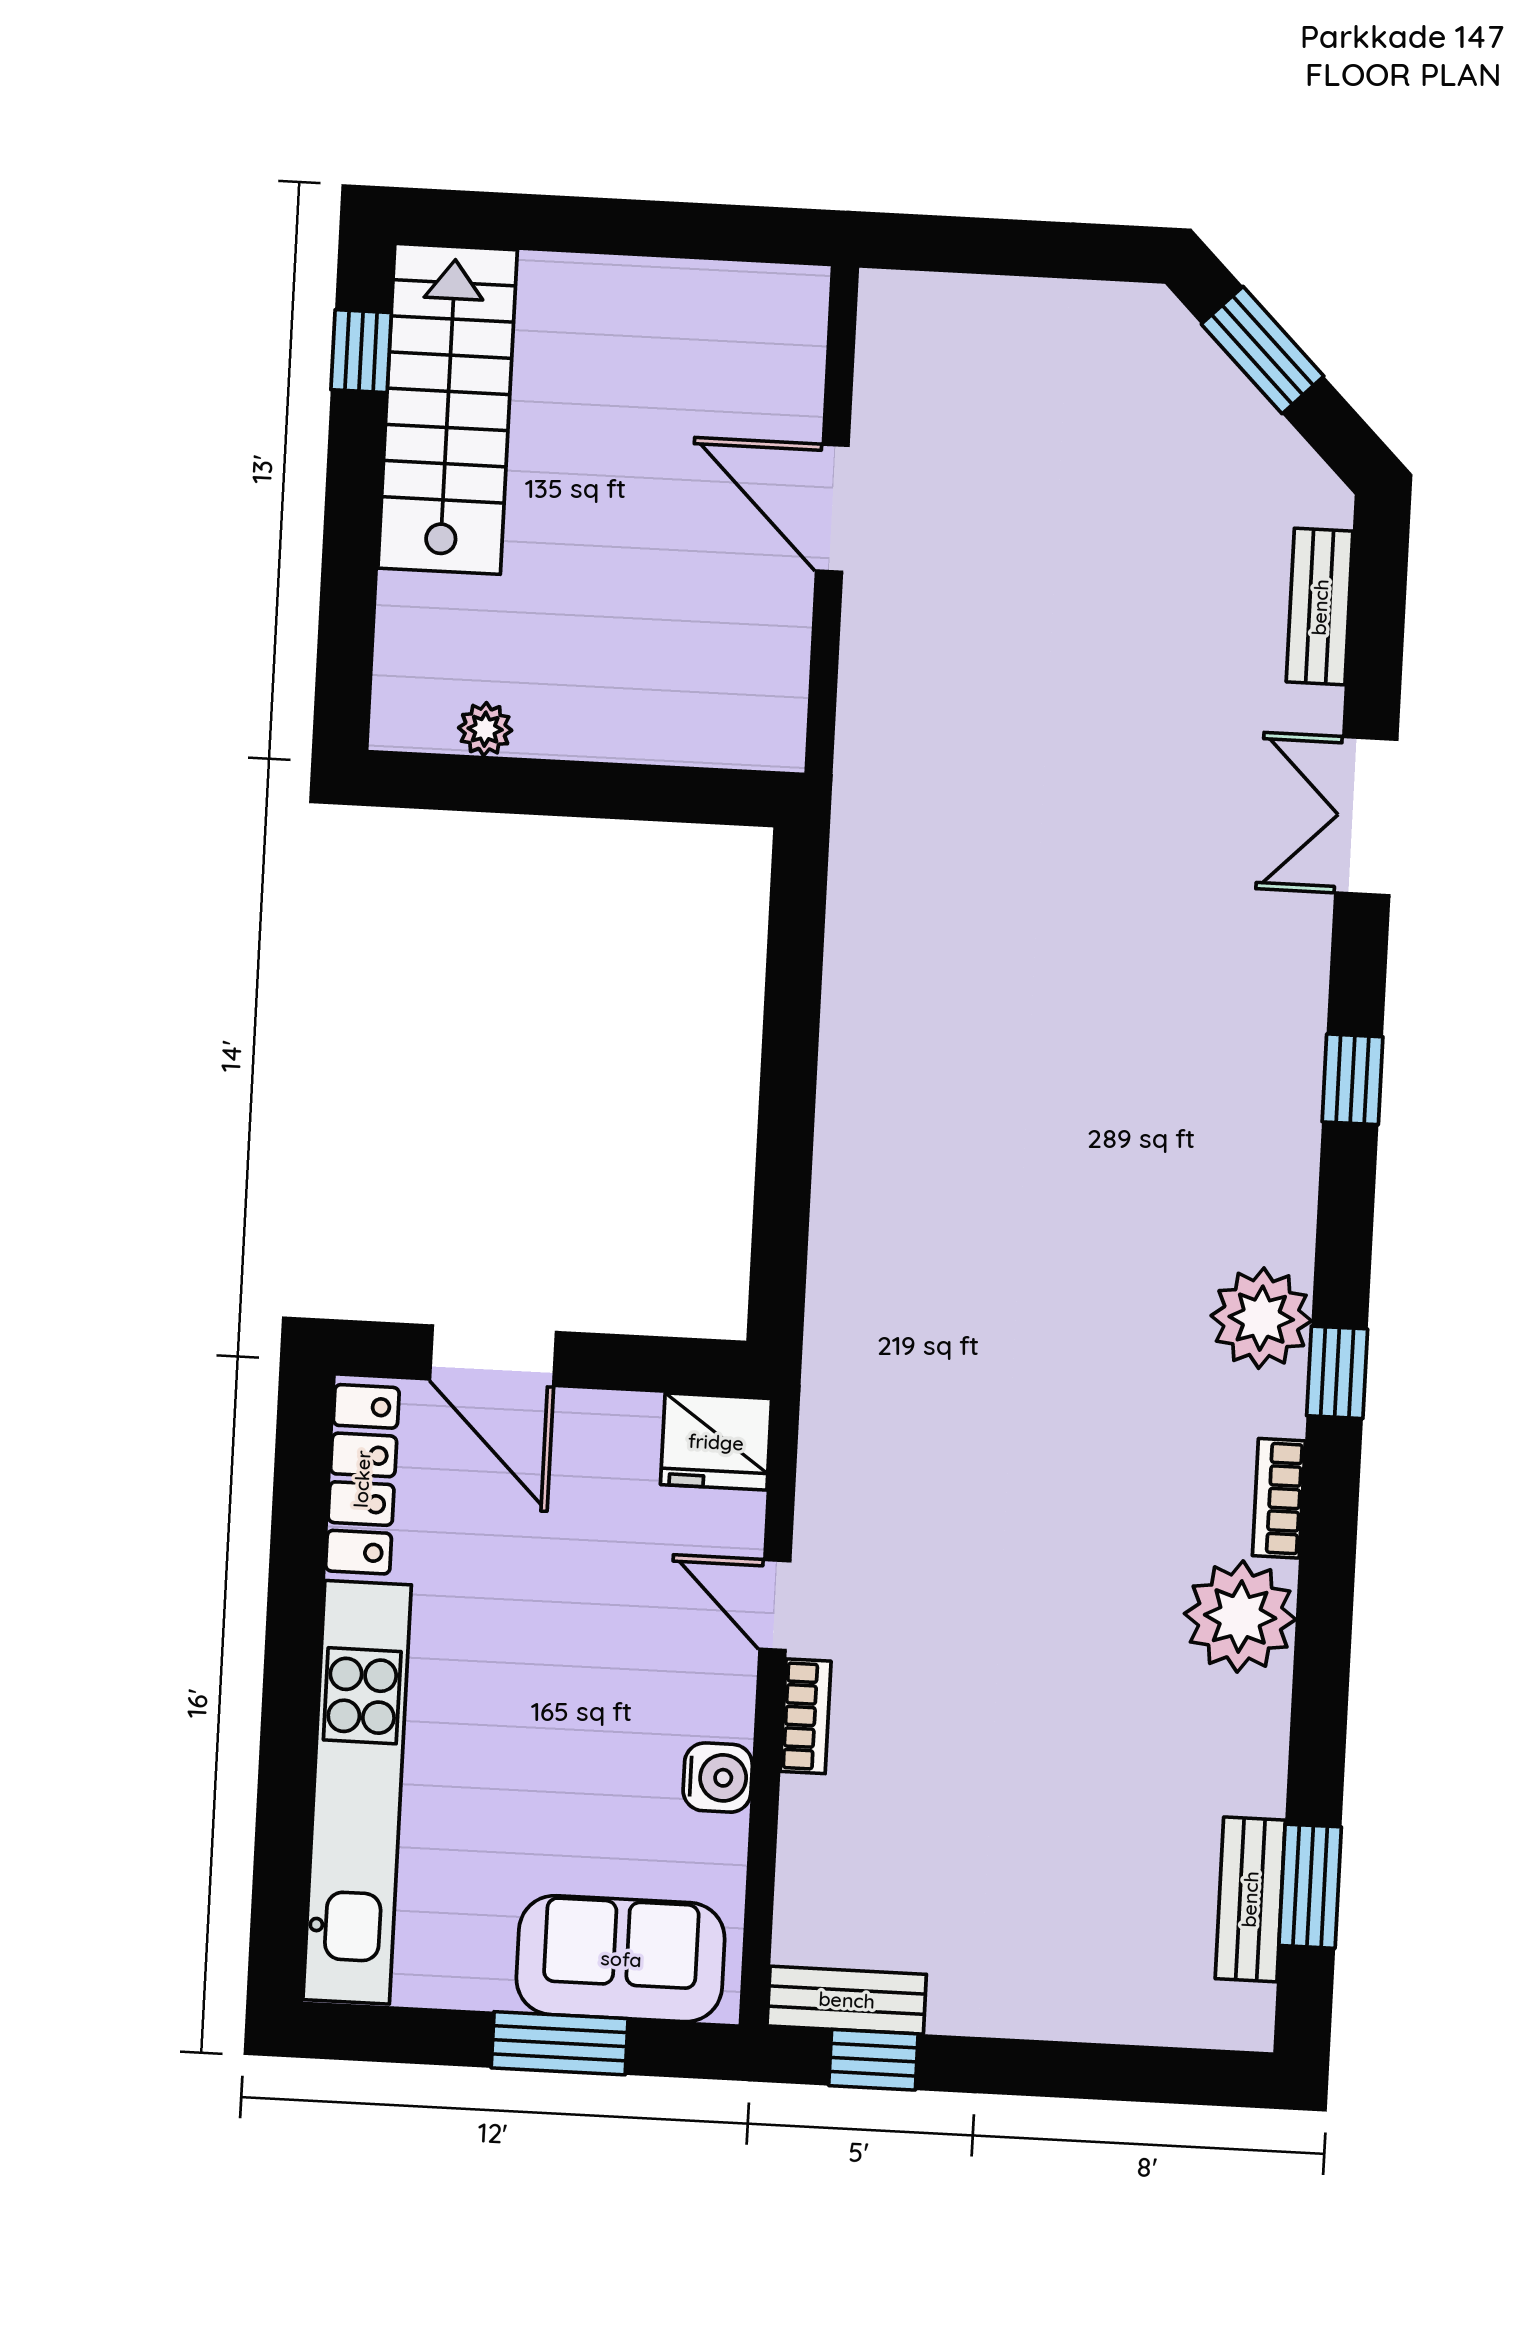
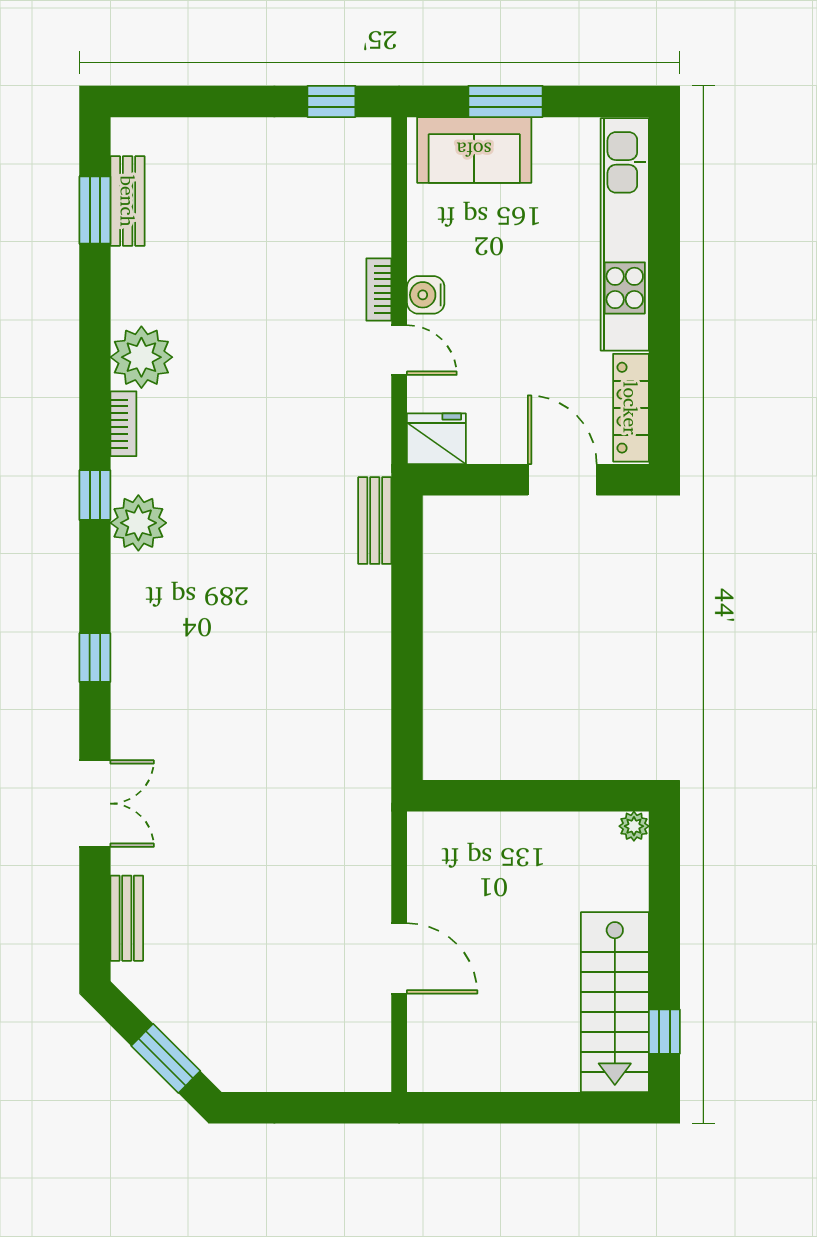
plant: (485, 729) -> (634, 826), moved
water cooler: (718, 1778) -> (426, 295), moved
bench: (847, 2000) -> (375, 521), moved, turned 90

